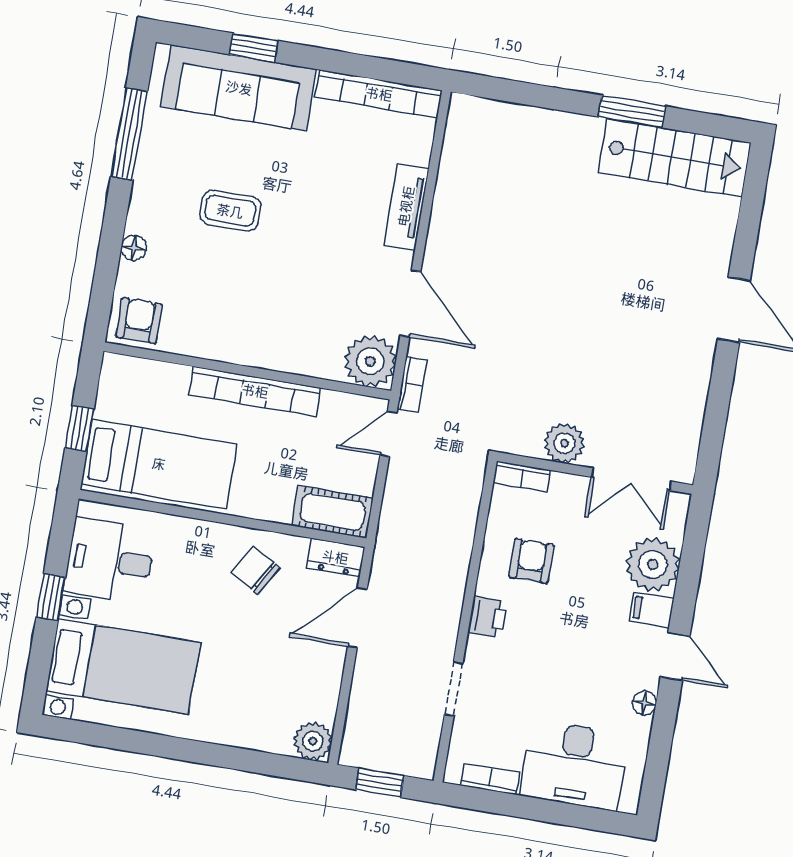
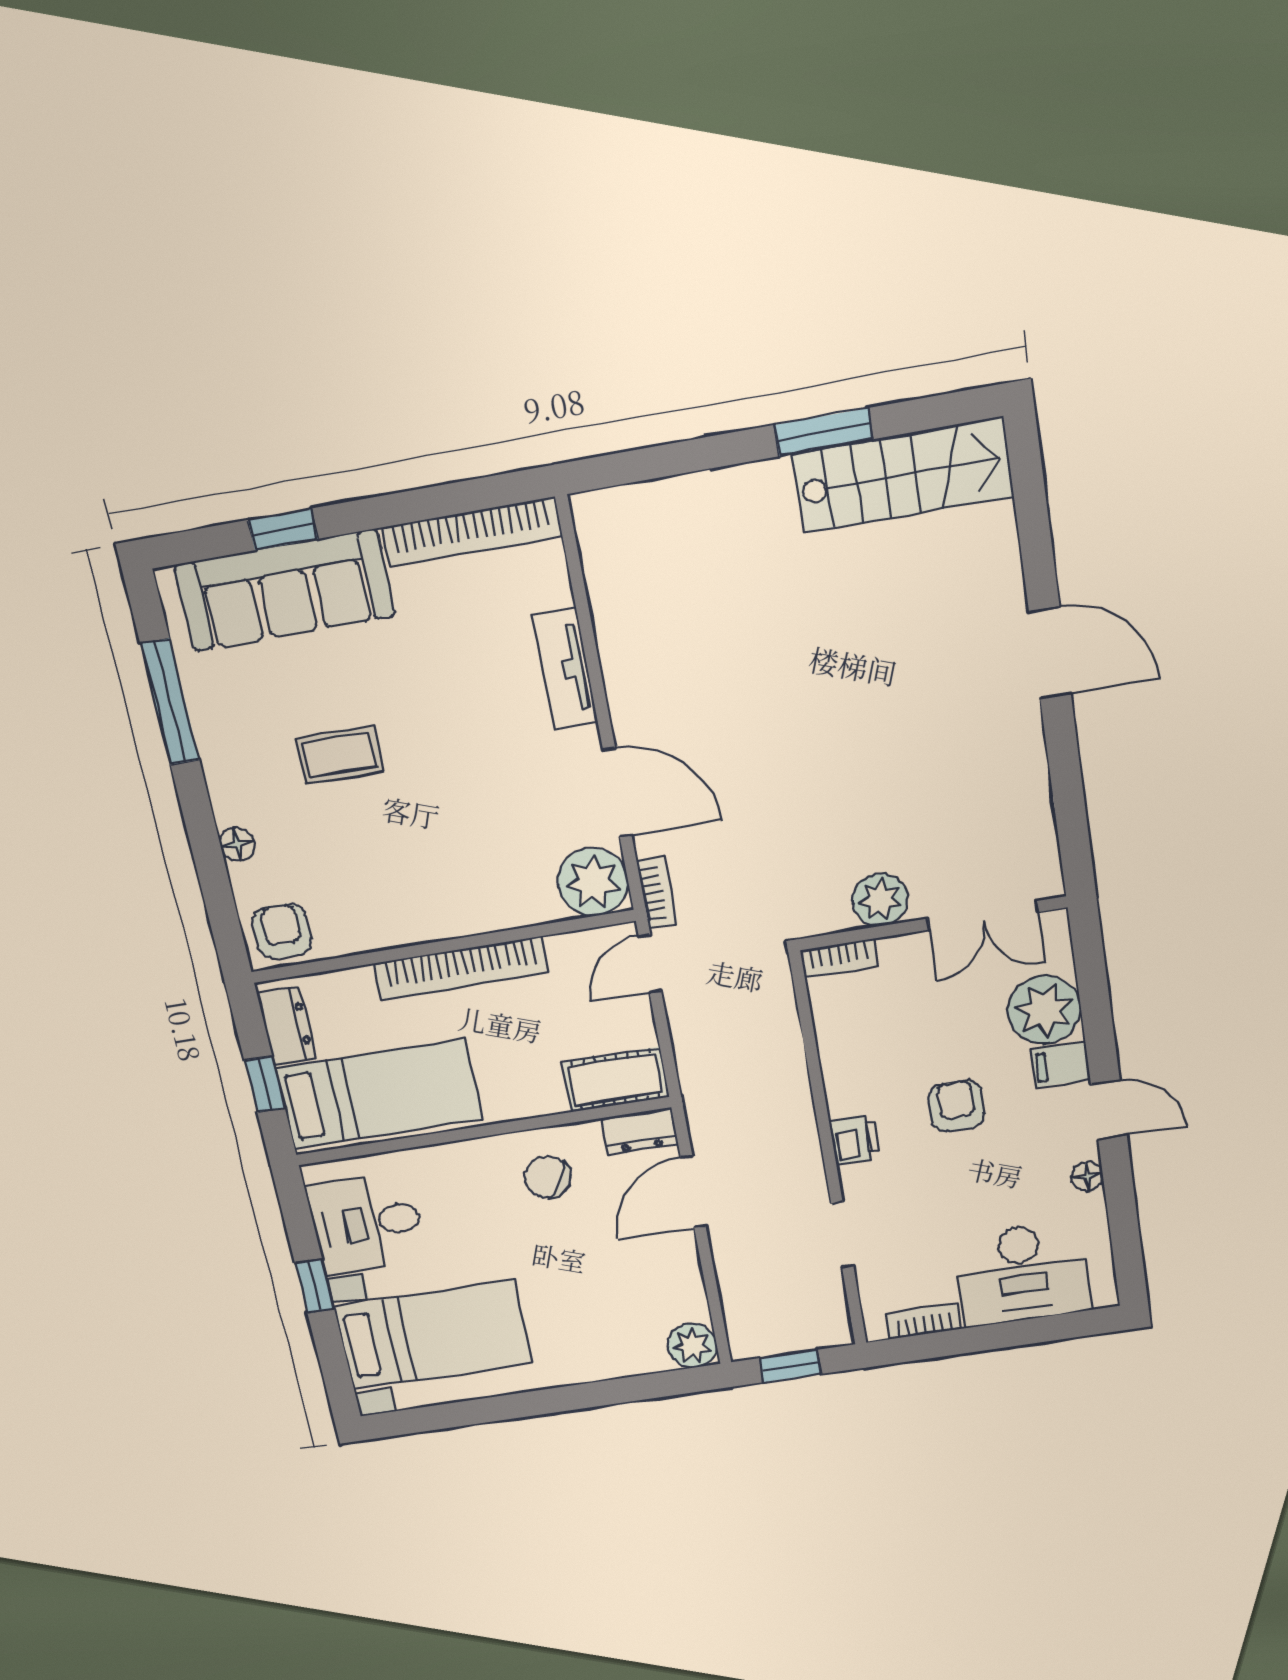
dresser: (113, 390) -> (286, 1026), added
armchair: (531, 561) -> (957, 1106), moved

